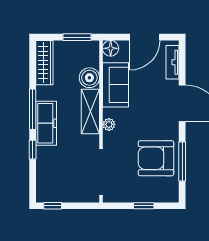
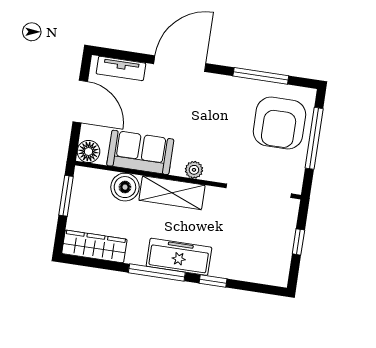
armchair: (156, 158) -> (279, 123), moved
window: (53, 206) -> (298, 242), moved
window: (144, 206) -> (314, 138), width x2.17

